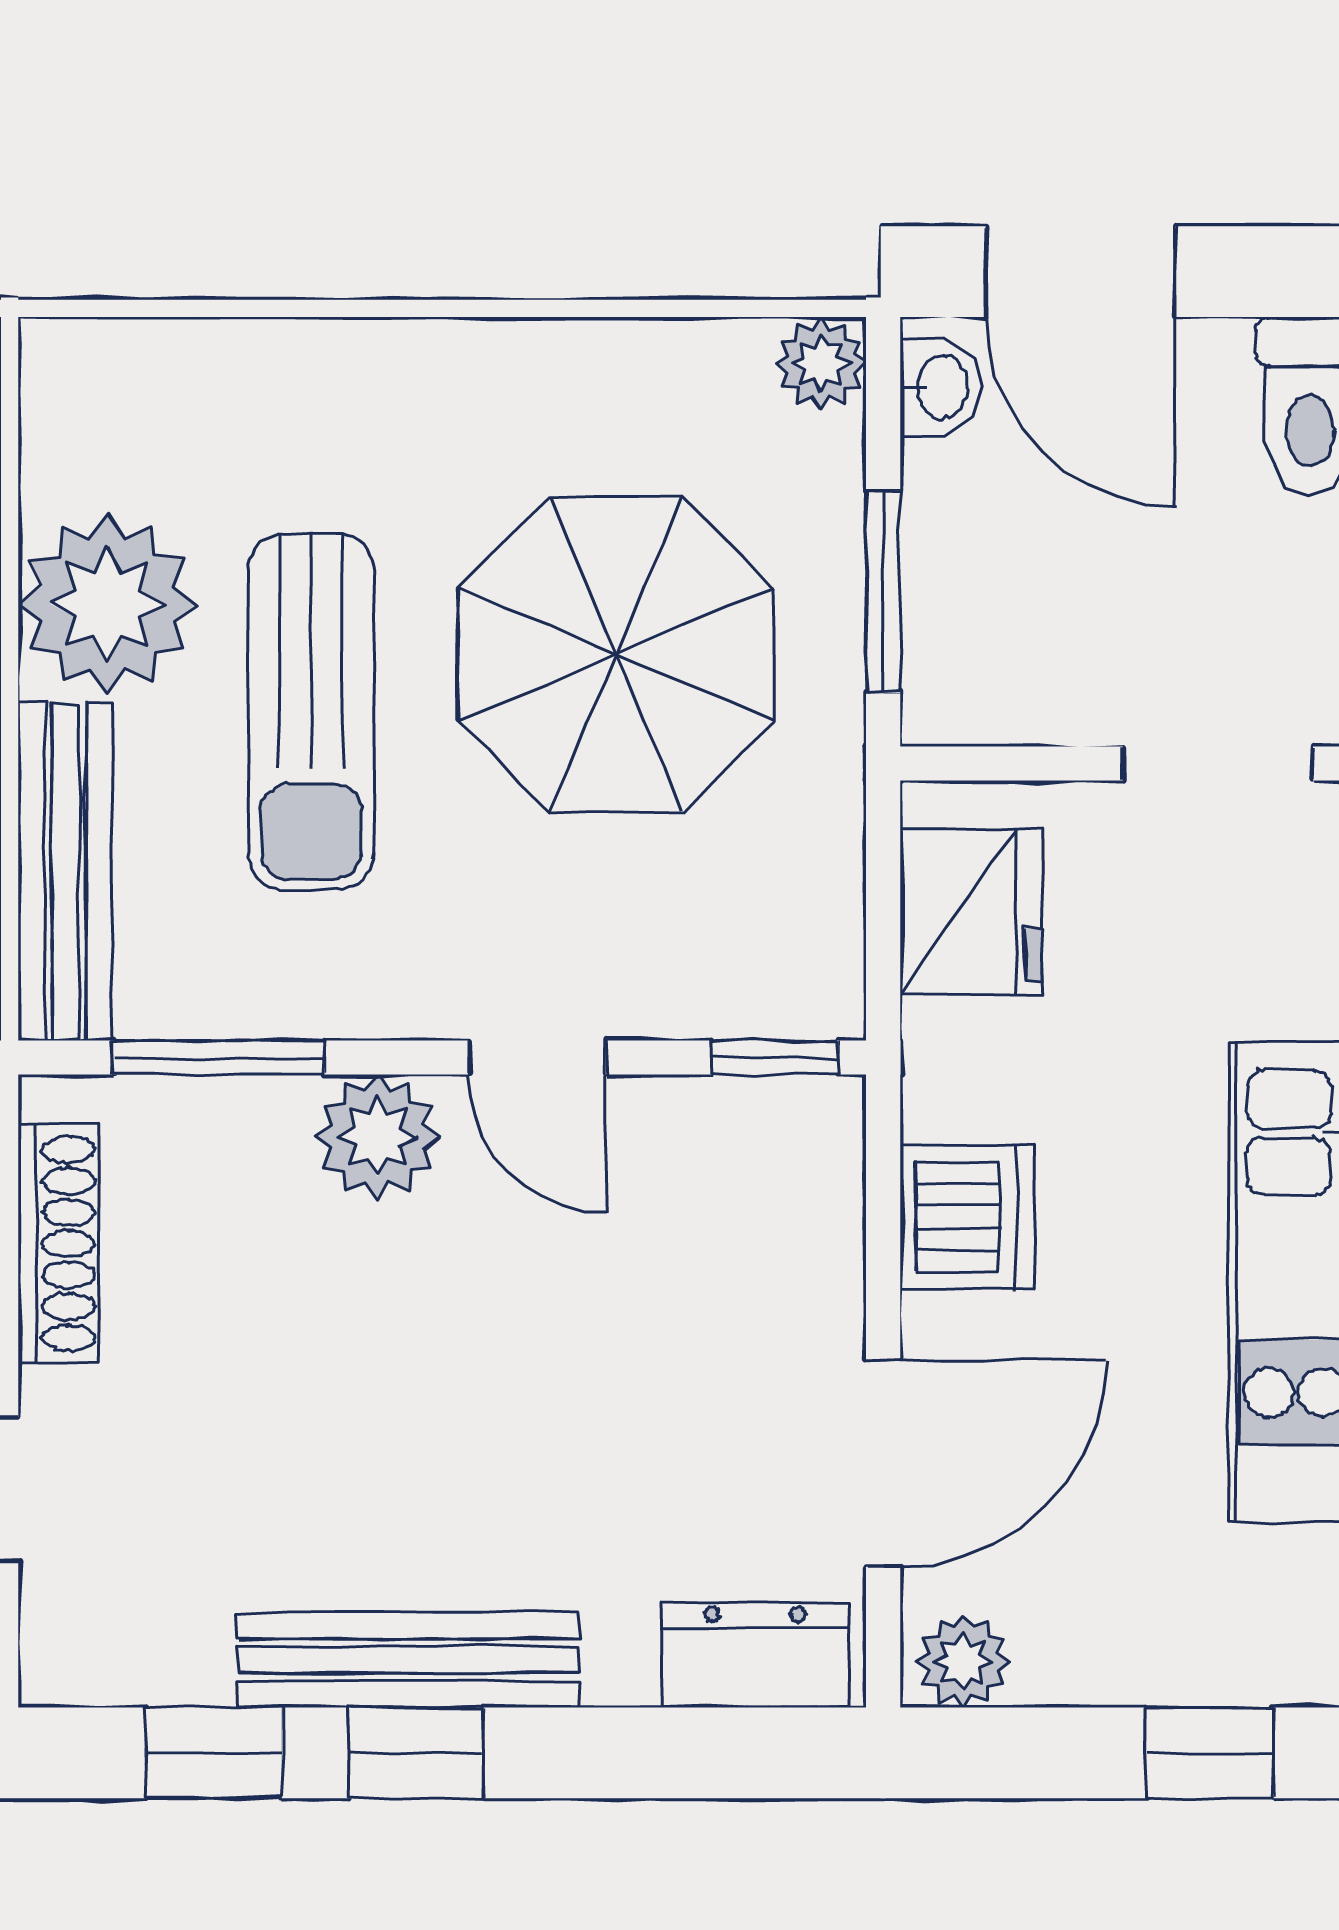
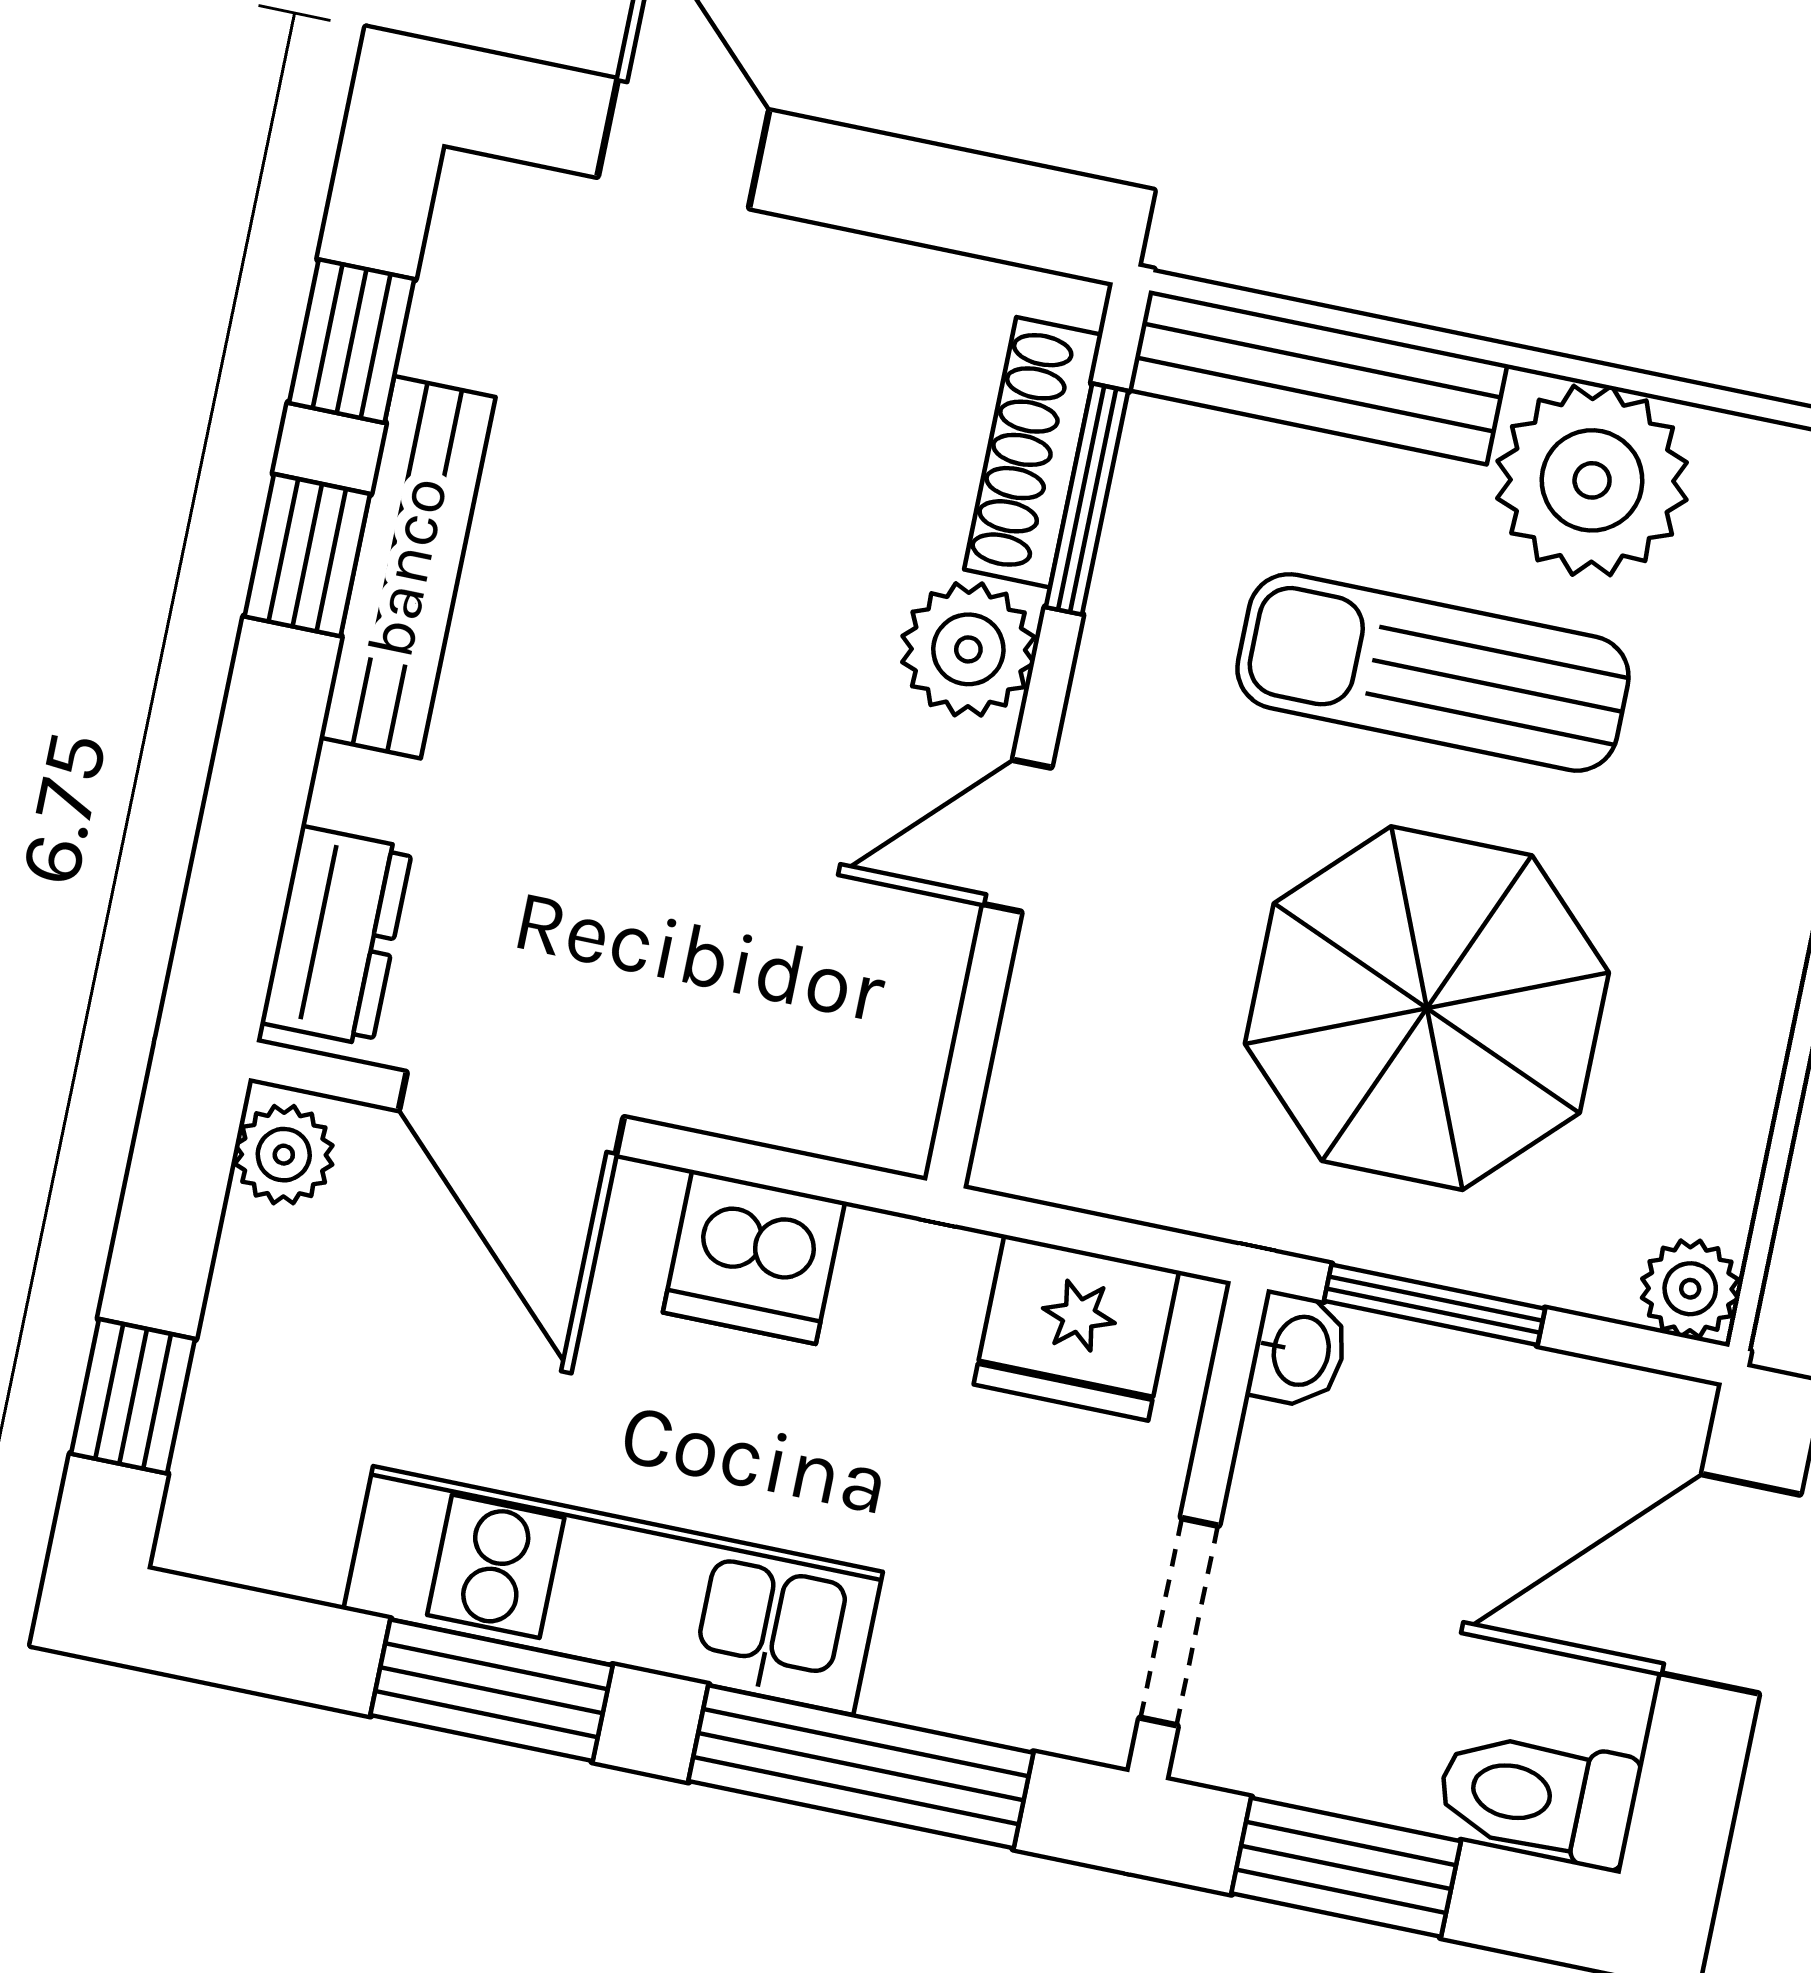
washbasin: (940, 387) -> (1299, 1350), moved, turned -90
window: (775, 1057) -> (965, 1088), removed
shoe rack: (59, 1244) -> (1033, 452), moved, turned 90

